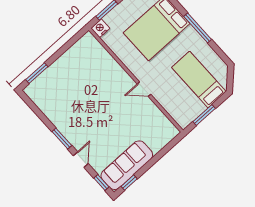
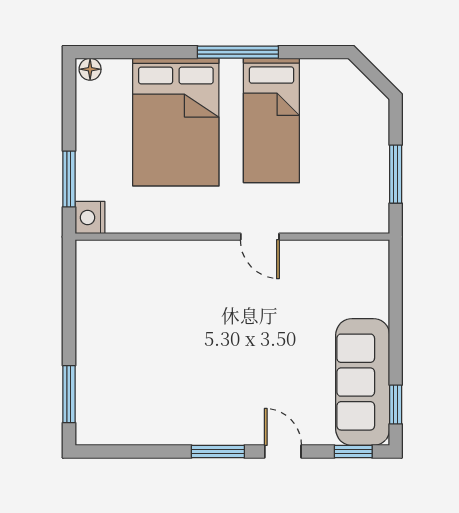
bed: (199, 80) -> (271, 120), moved, turned -90
door: (144, 89) -> (260, 237), hinge flipped

